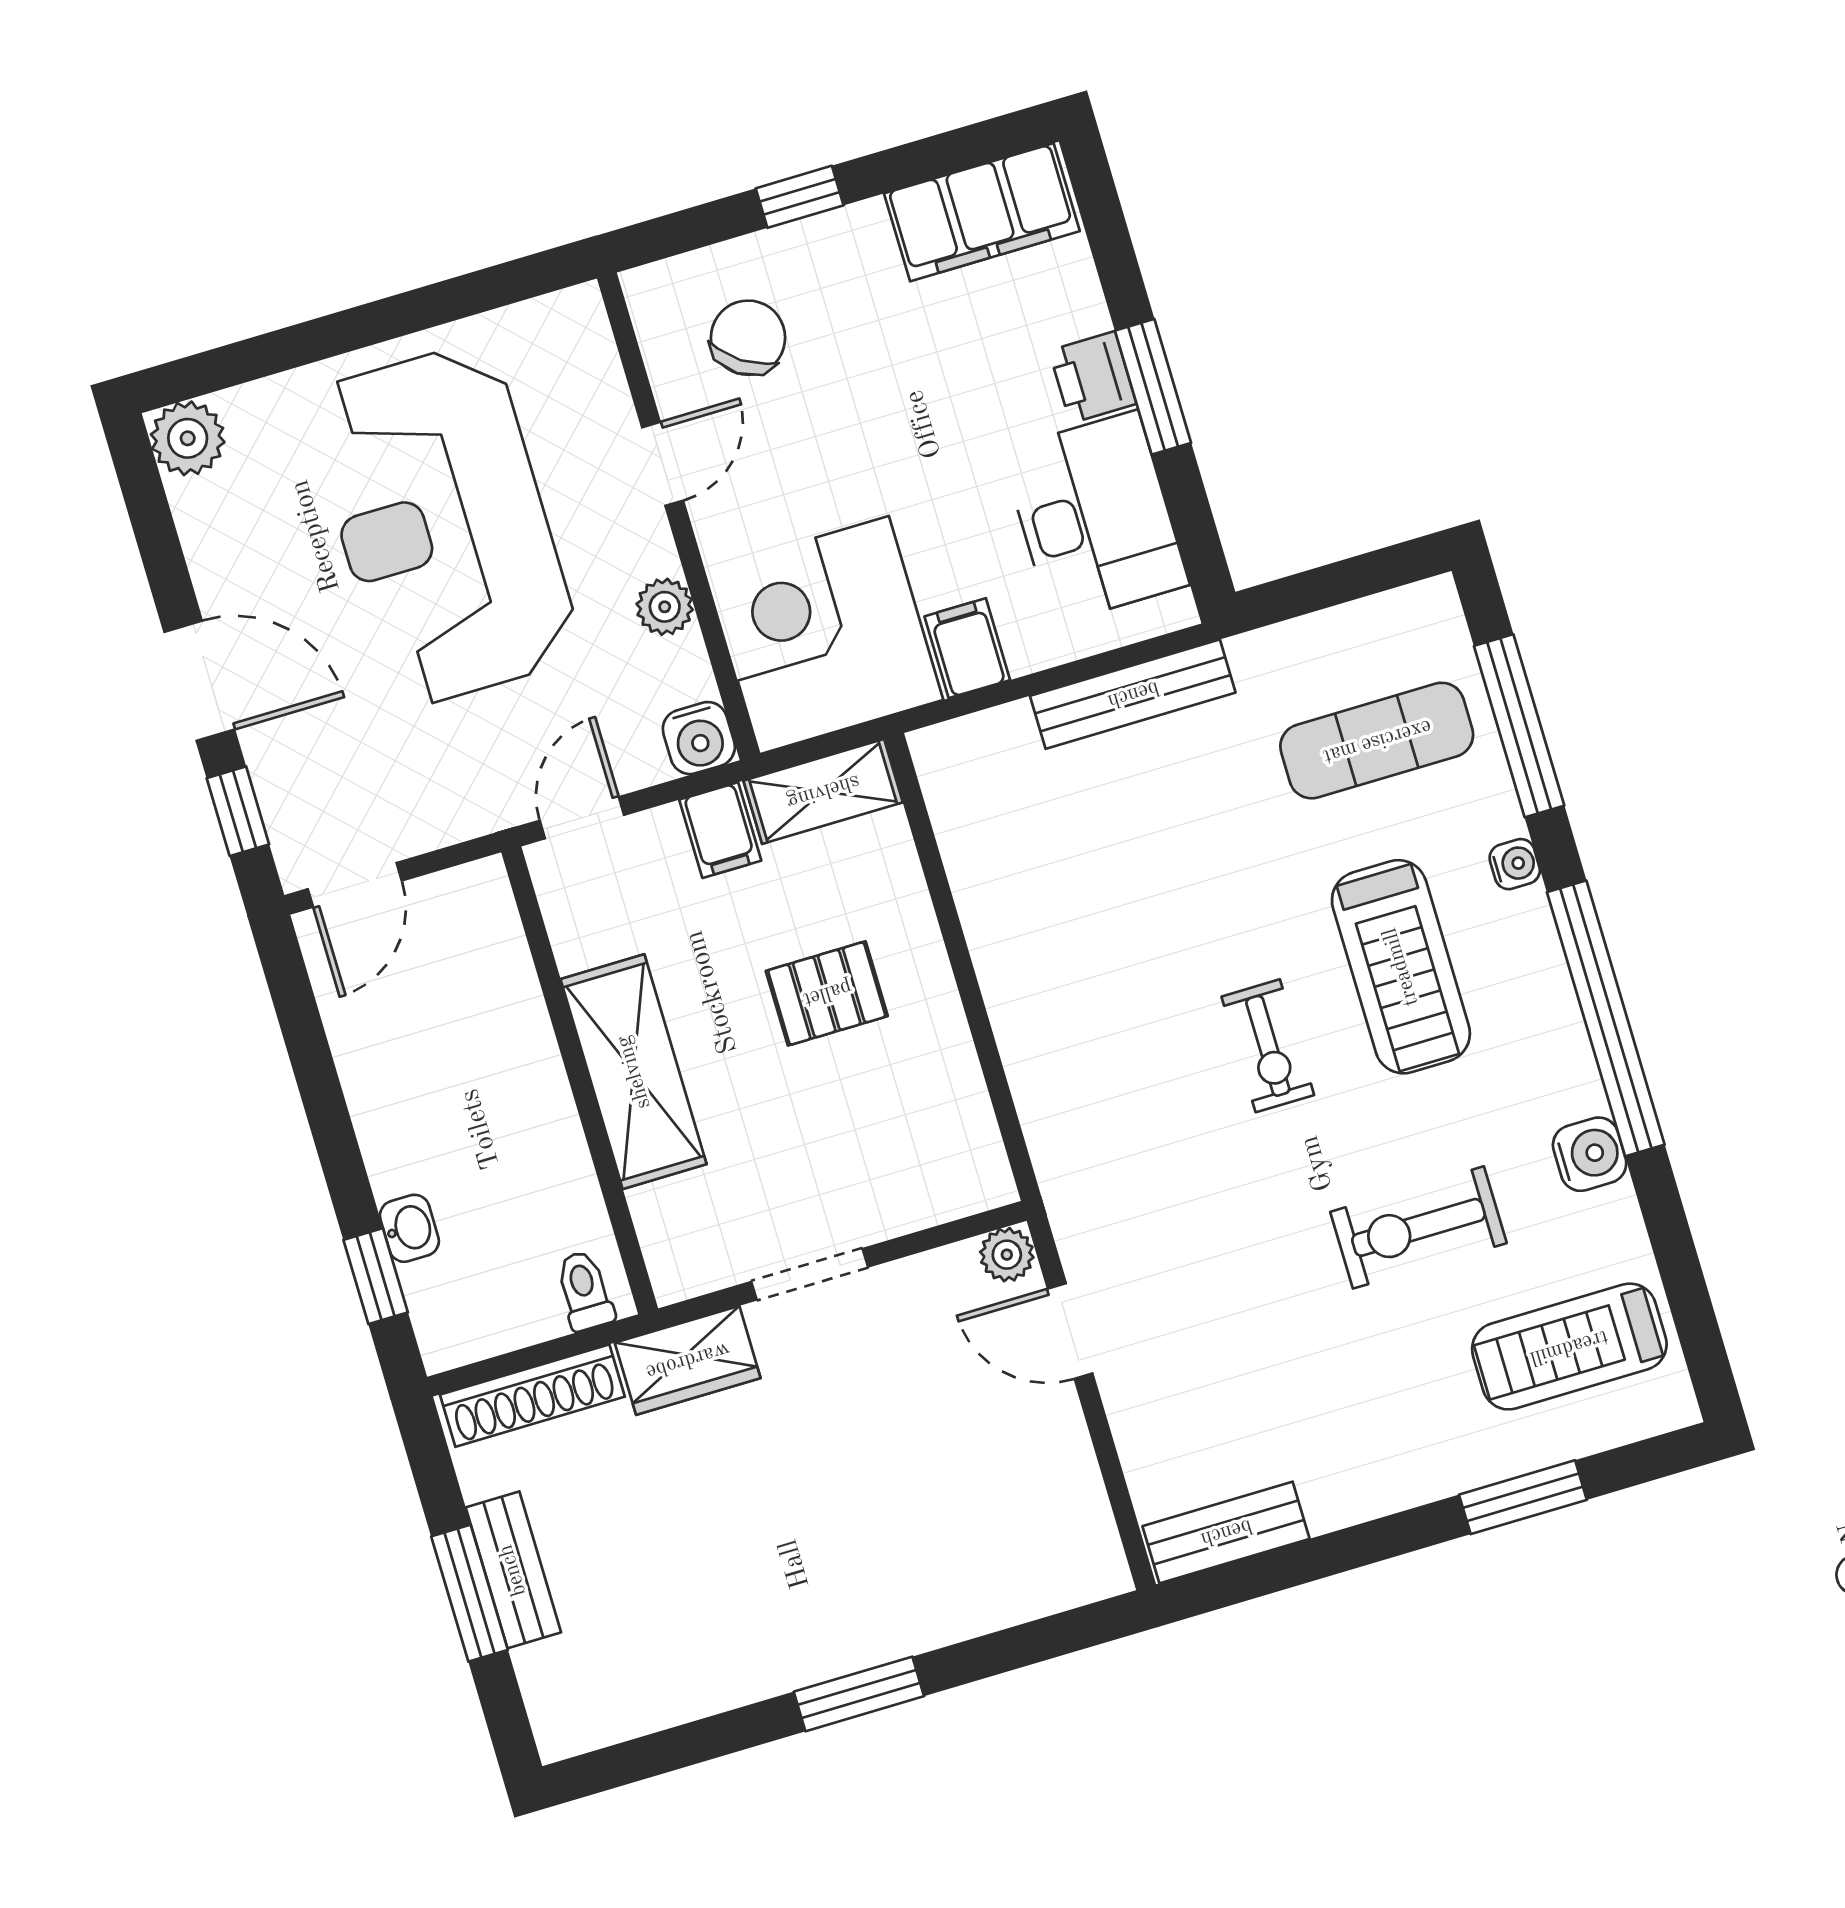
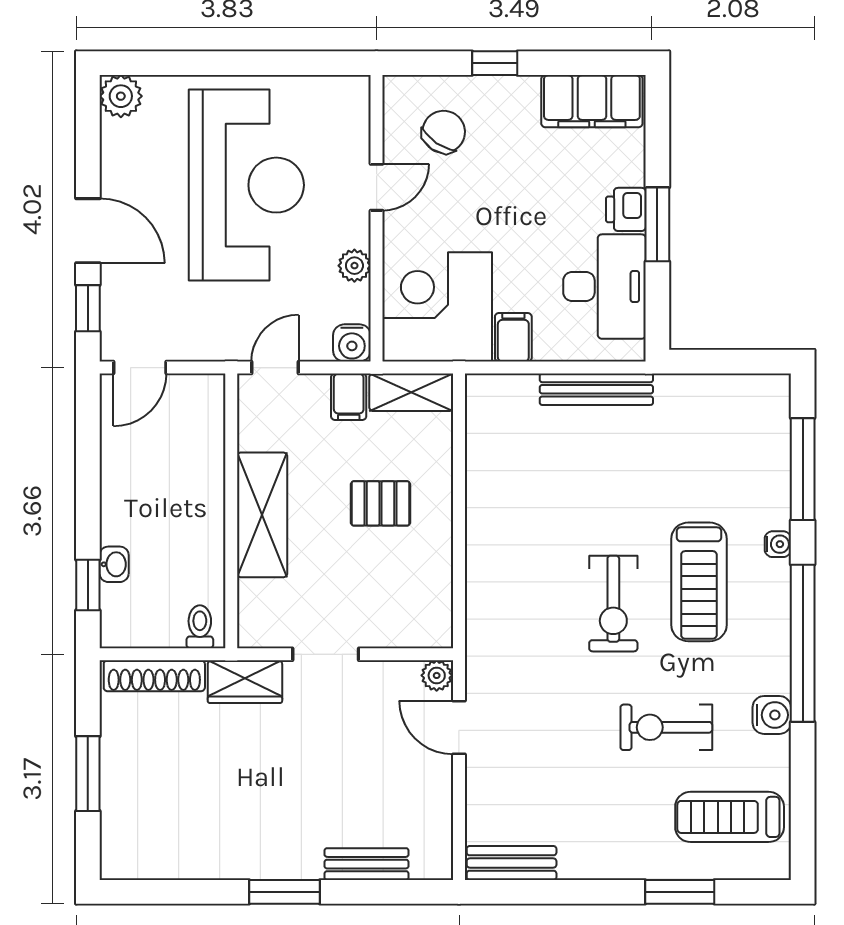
reception desk: (443, 525) -> (246, 185), turned 180
exercise mat: (1377, 741) -> (722, 454), removed
exercise bike: (1268, 1046) -> (613, 604), width x1.38, depth x1.39
bench: (513, 1570) -> (367, 864), moved, turned 90

